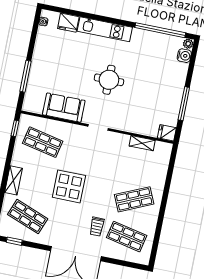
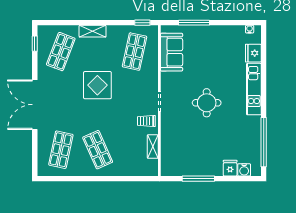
plant: (188, 44) -> (256, 171), removed
sofa: (64, 108) -> (172, 52), moved
fridge: (167, 133) -> (230, 168), moved
trolley: (97, 227) -> (146, 121), moved

